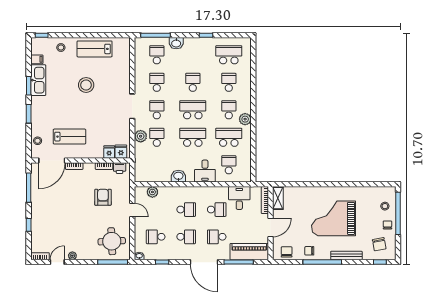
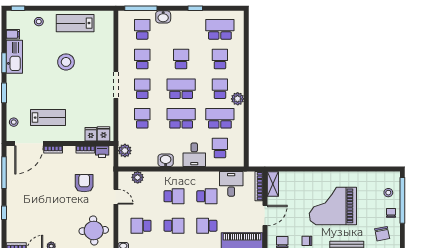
plant: (141, 136) -> (125, 151), moved

